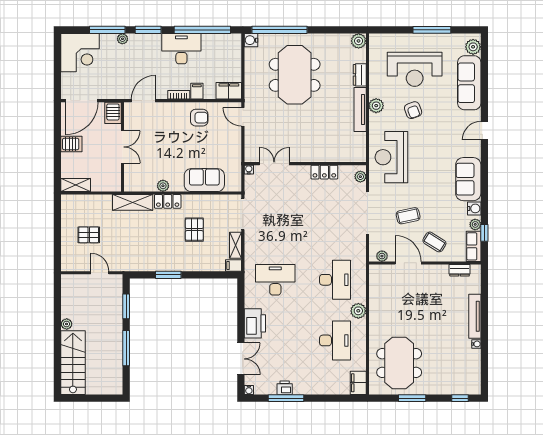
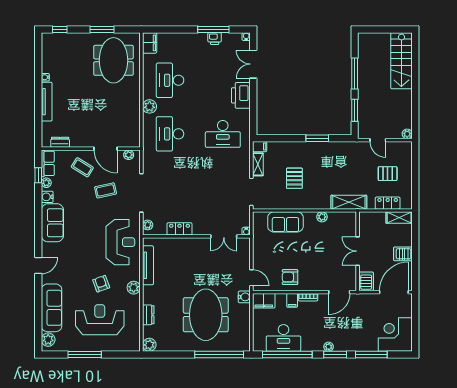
plant: (122, 39) -> (329, 347), moved
water cooler: (251, 40) -> (244, 297), moved
desk: (181, 49) -> (283, 338), moved
tv unit: (360, 109) -> (148, 265), moved
locker: (168, 201) -> (388, 203), moved
plant: (67, 324) -> (407, 134), moved

